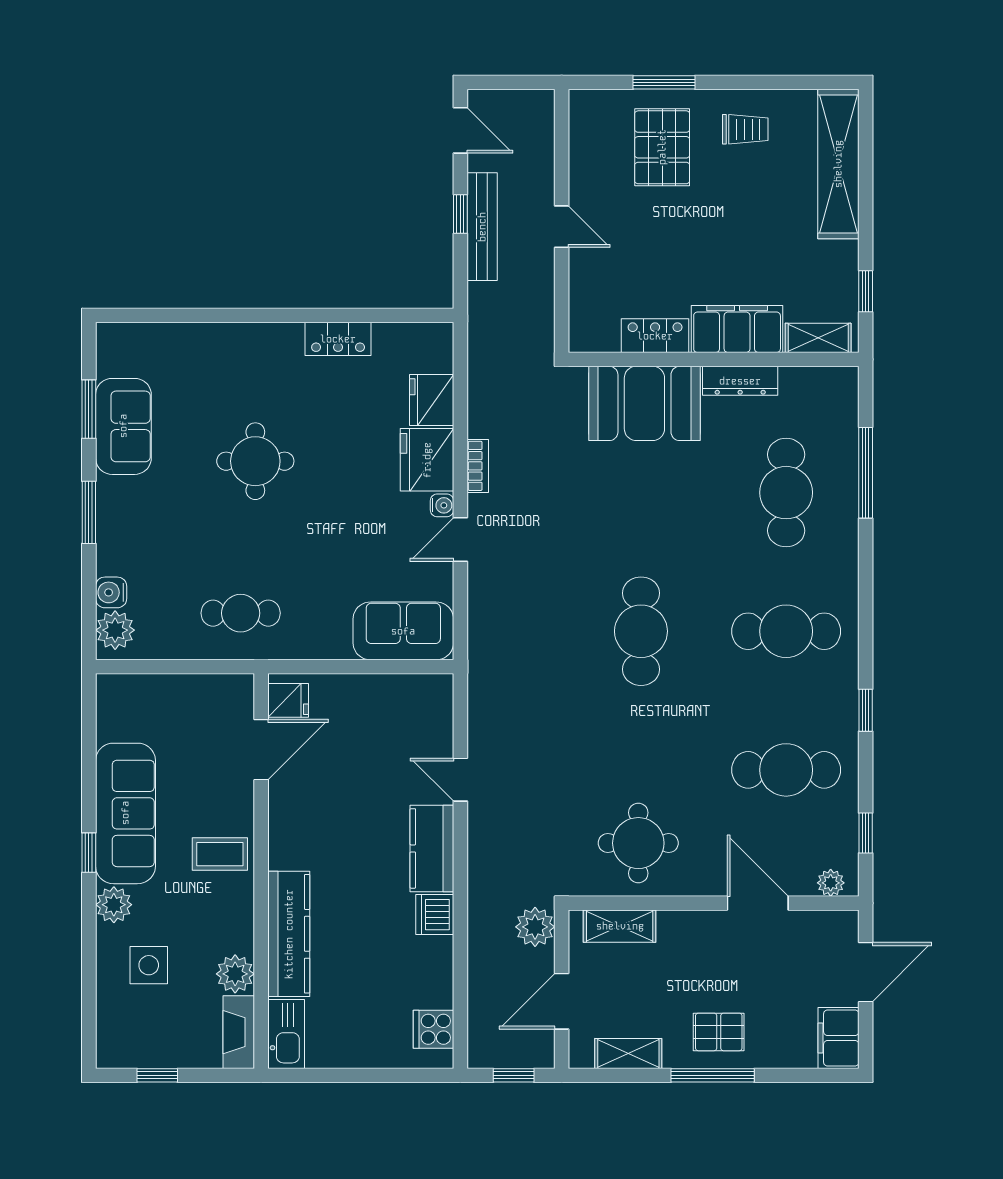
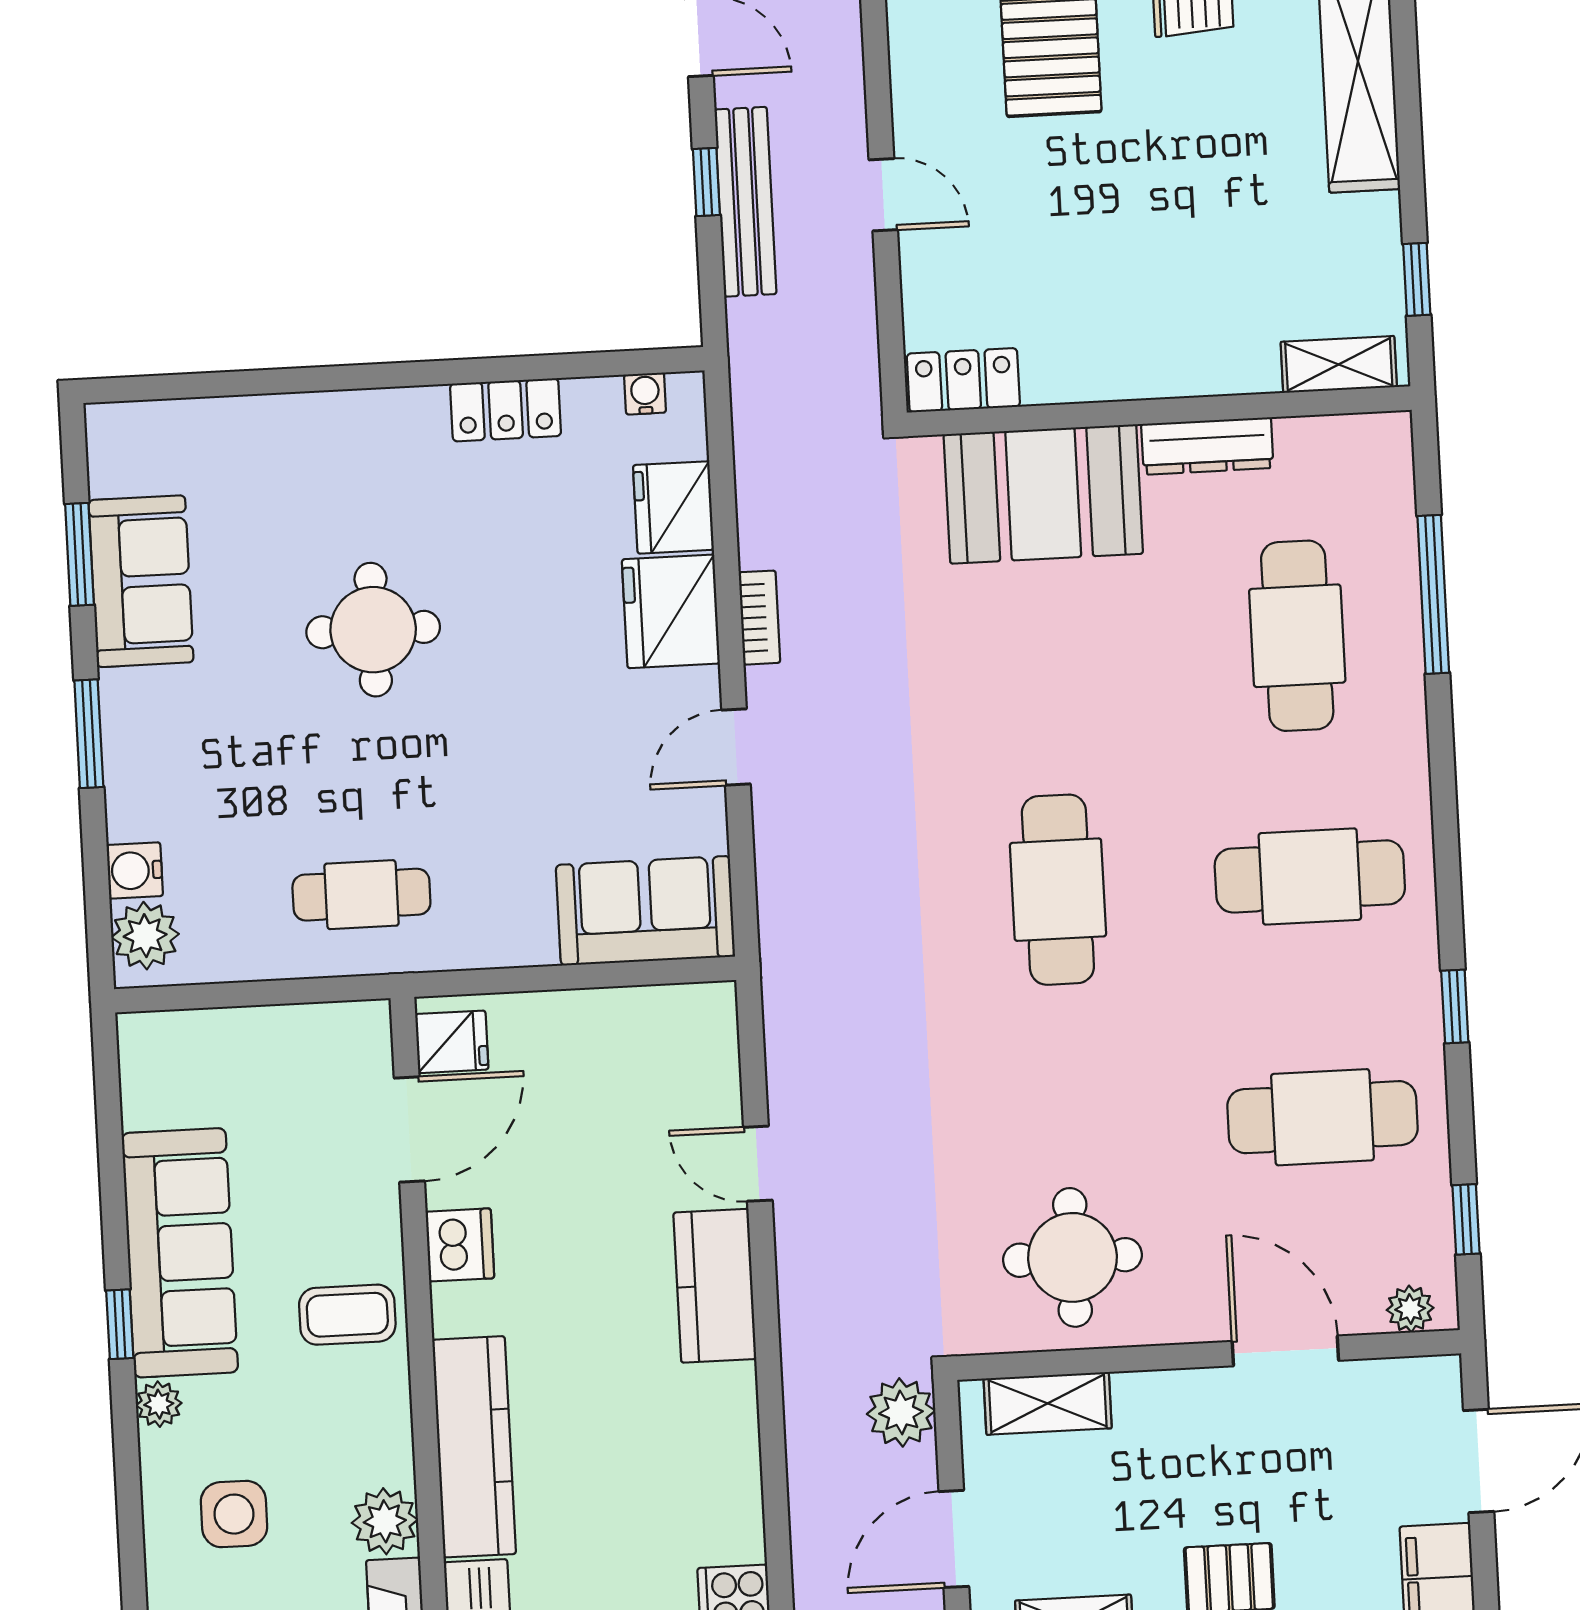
filing cabinet: (737, 329) -> (1197, 356), removed
locker: (655, 336) -> (963, 380), moved
water cooler: (442, 505) -> (645, 394), moved, turned -90
plant: (114, 905) -> (159, 1404), width x0.73, depth x0.73
dishwasher: (435, 915) -> (460, 1245), moved, turned 180

